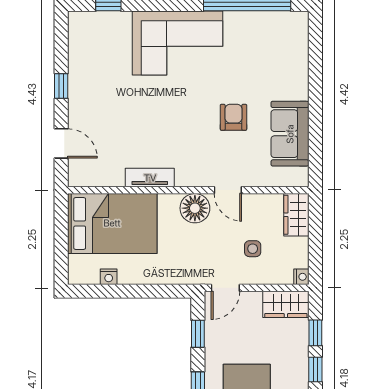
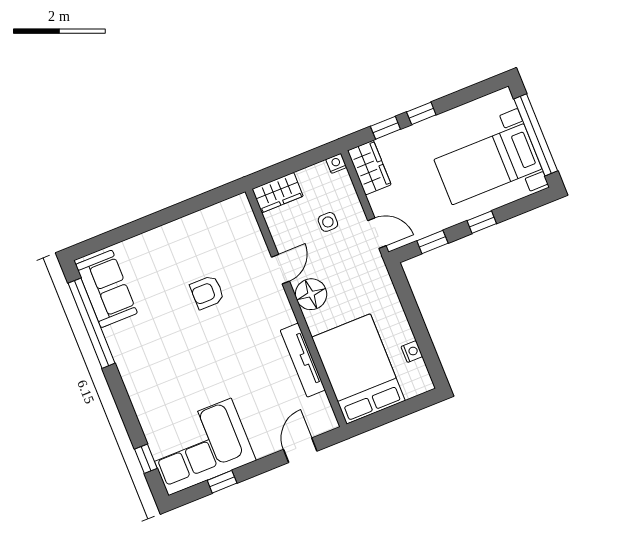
corner sofa: (177, 43) -> (200, 447), moved, turned -90
window: (61, 86) -> (222, 482), moved
sofa: (290, 134) -> (106, 289), moved, turned -90
tv unit: (150, 178) -> (303, 360), width x1.41

